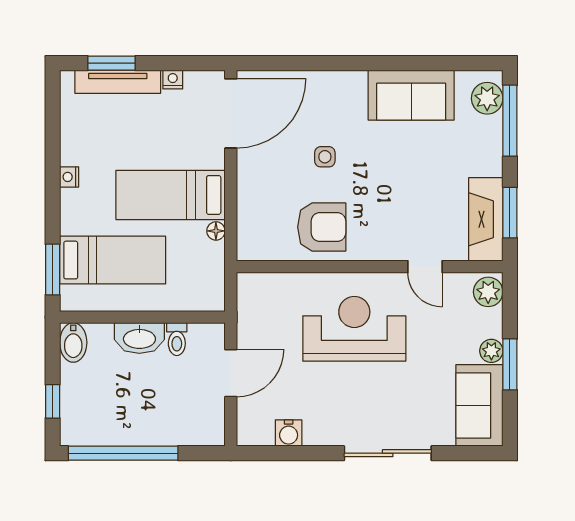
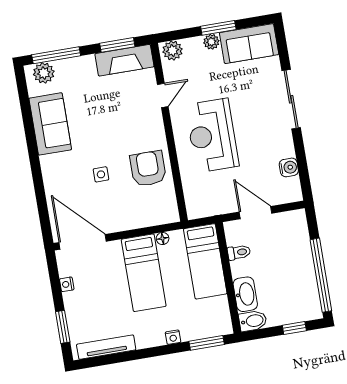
tv unit: (118, 82) -> (106, 347), moved, turned -90
nightstand: (69, 177) -> (173, 337), moved
bed: (113, 260) -> (205, 261), moved, turned 180
washbasin: (139, 338) -> (245, 294), moved

